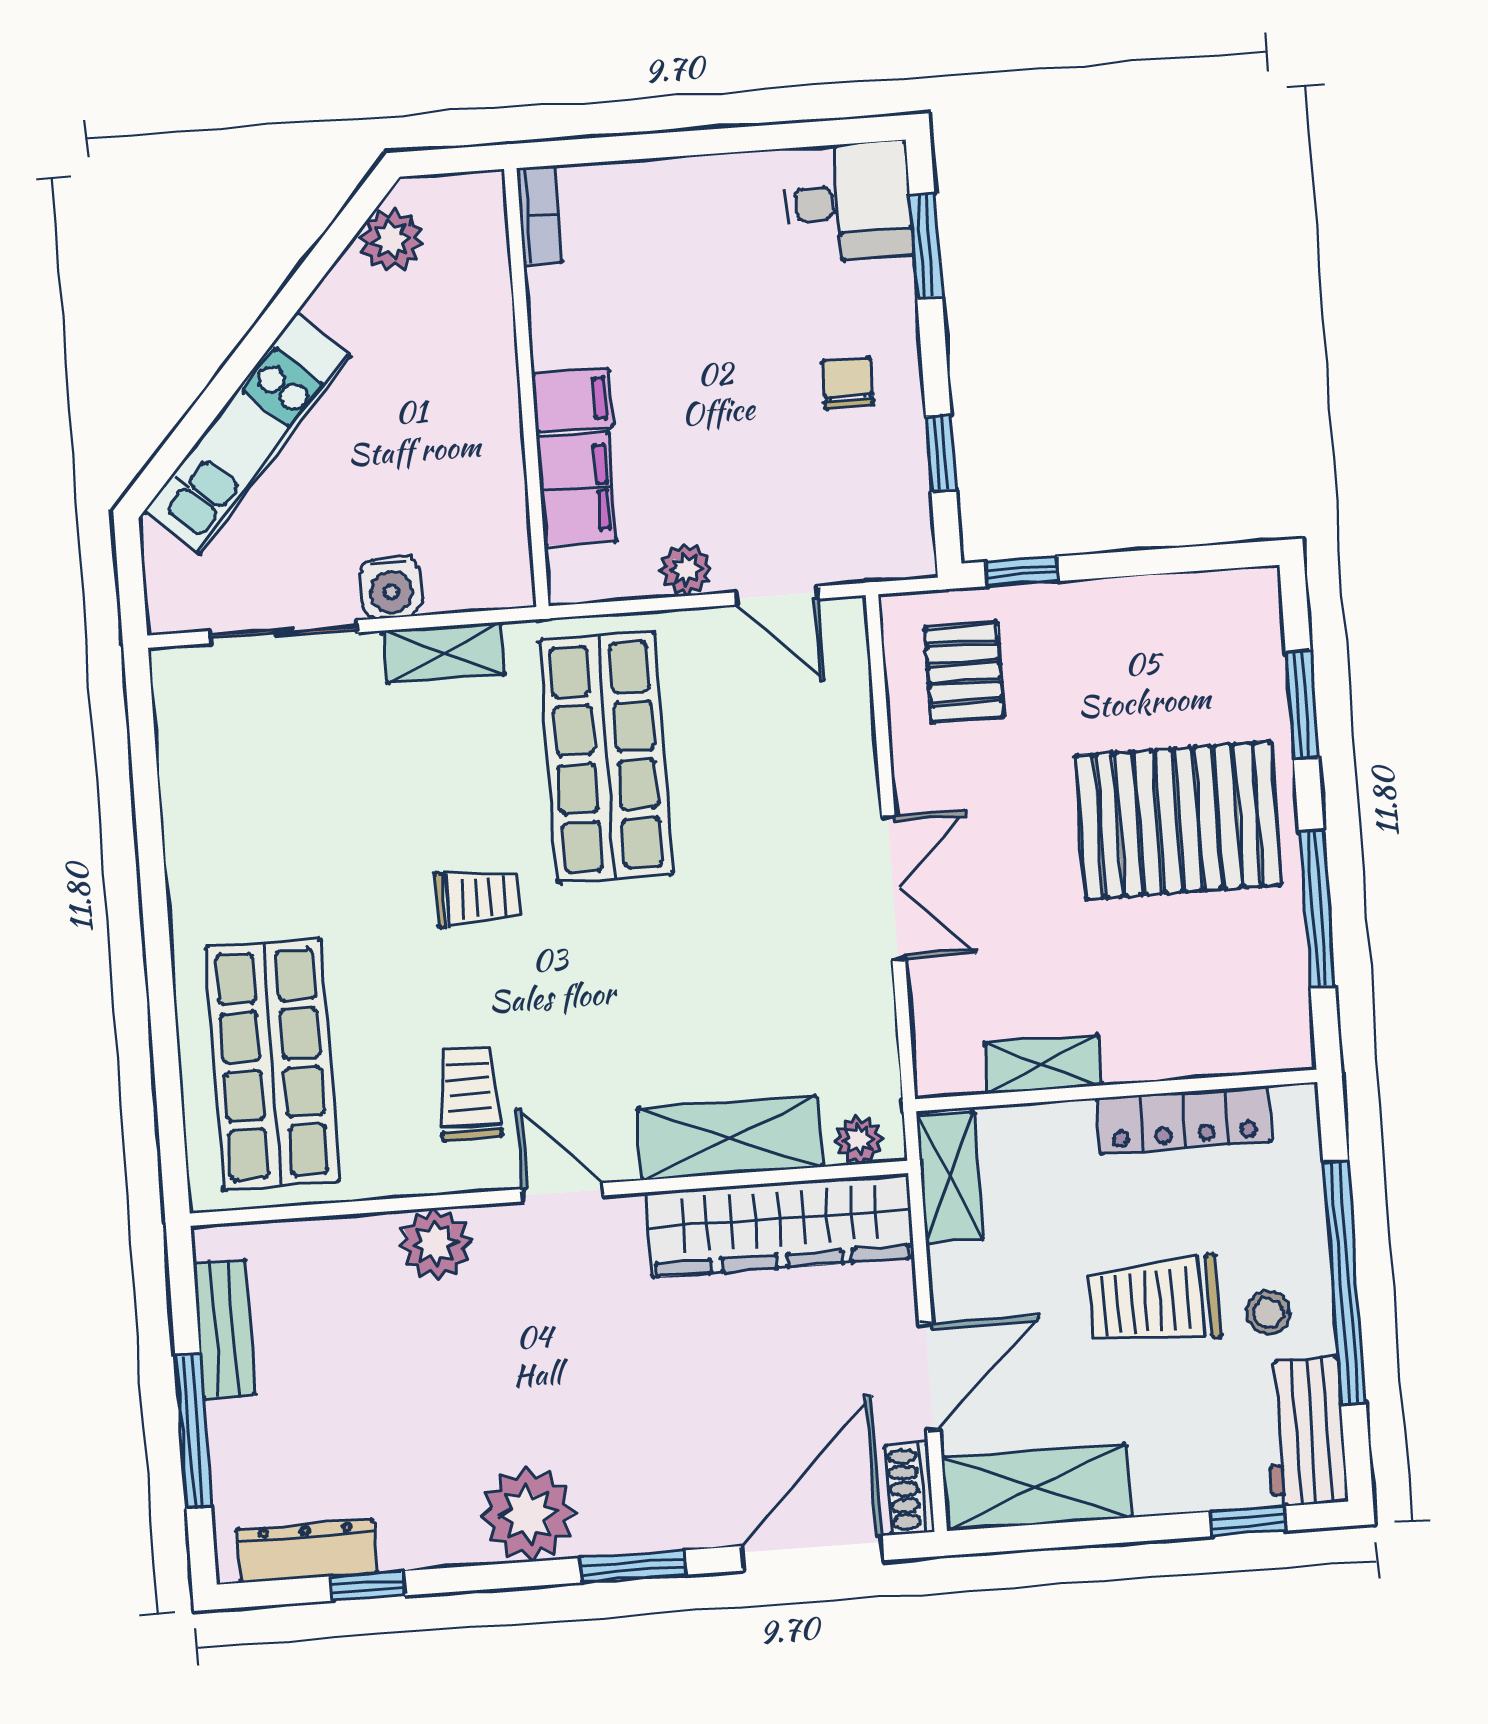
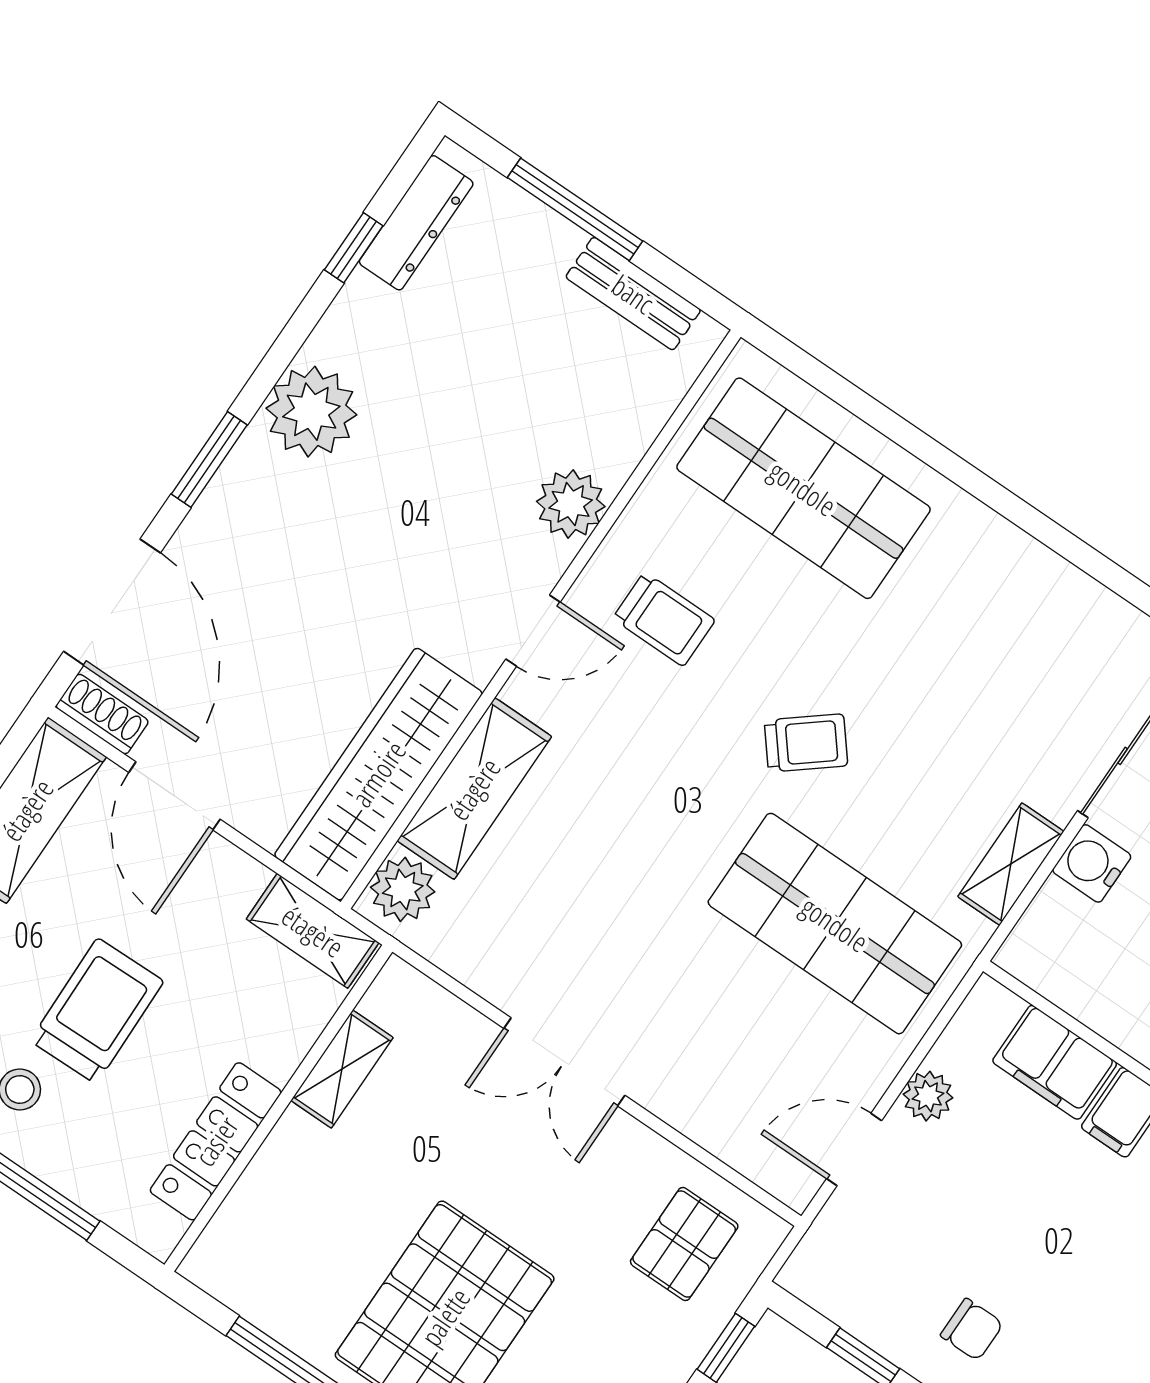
pallet: (964, 673) -> (684, 1244), turned 90
trolley: (478, 898) -> (806, 743), turned -129
plant: (858, 1140) -> (403, 889), width x1.38, depth x1.38

